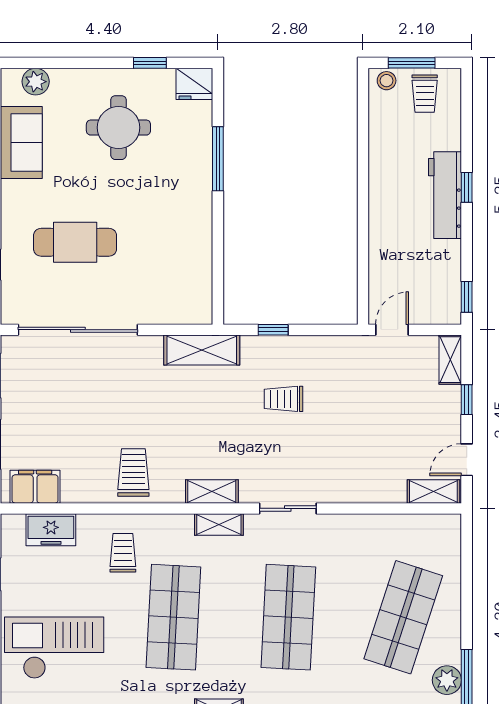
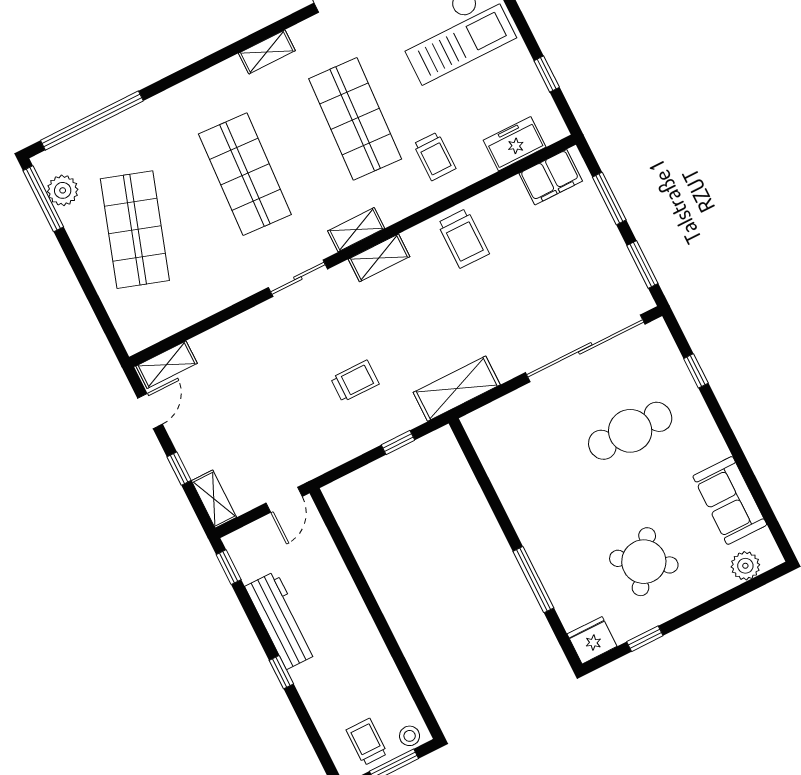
round table: (118, 128) -> (644, 562), turned 34
workbench: (445, 195) -> (281, 620), moved

